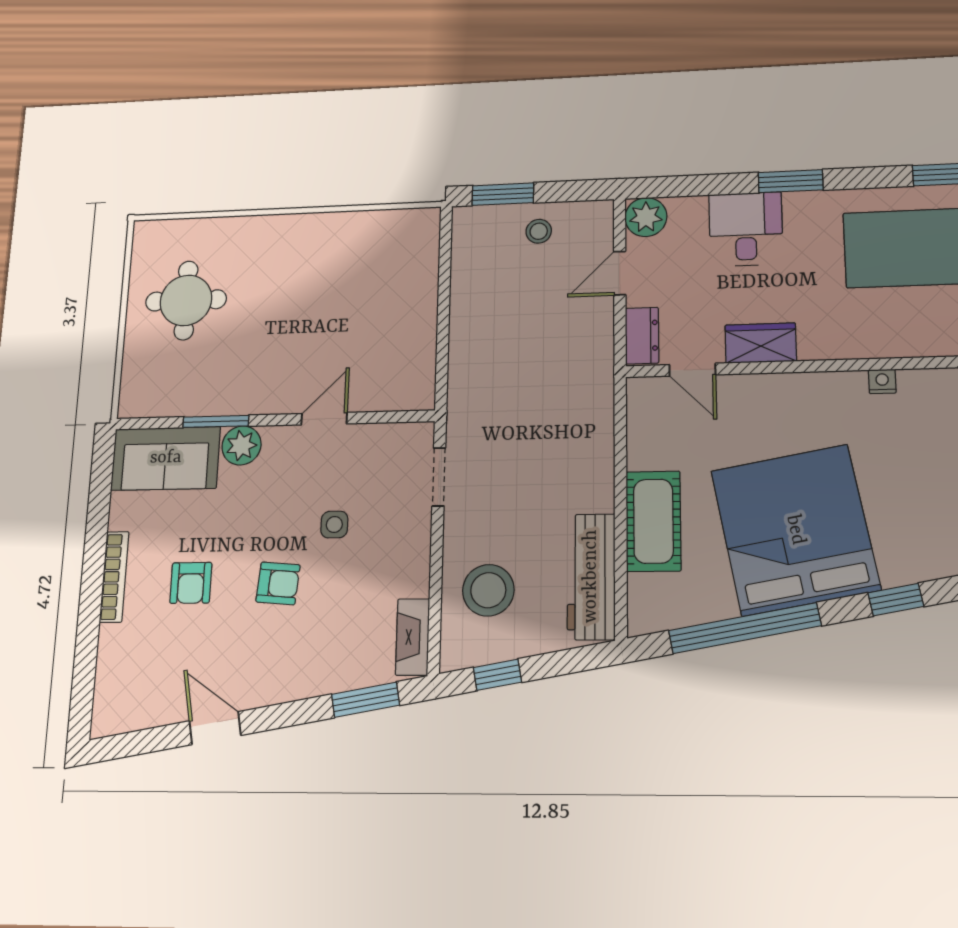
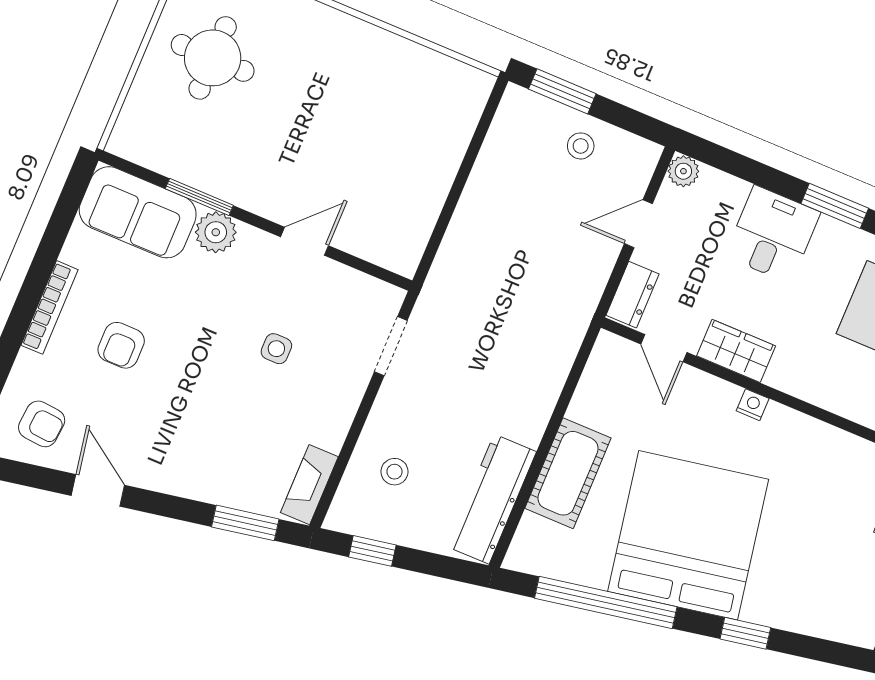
plant: (646, 217) -> (683, 171), width x0.73, depth x0.73
nightstand: (882, 381) -> (753, 405), moved
armchair: (278, 583) -> (42, 424), moved
stool: (488, 590) -> (394, 472), width x0.53, depth x0.53

